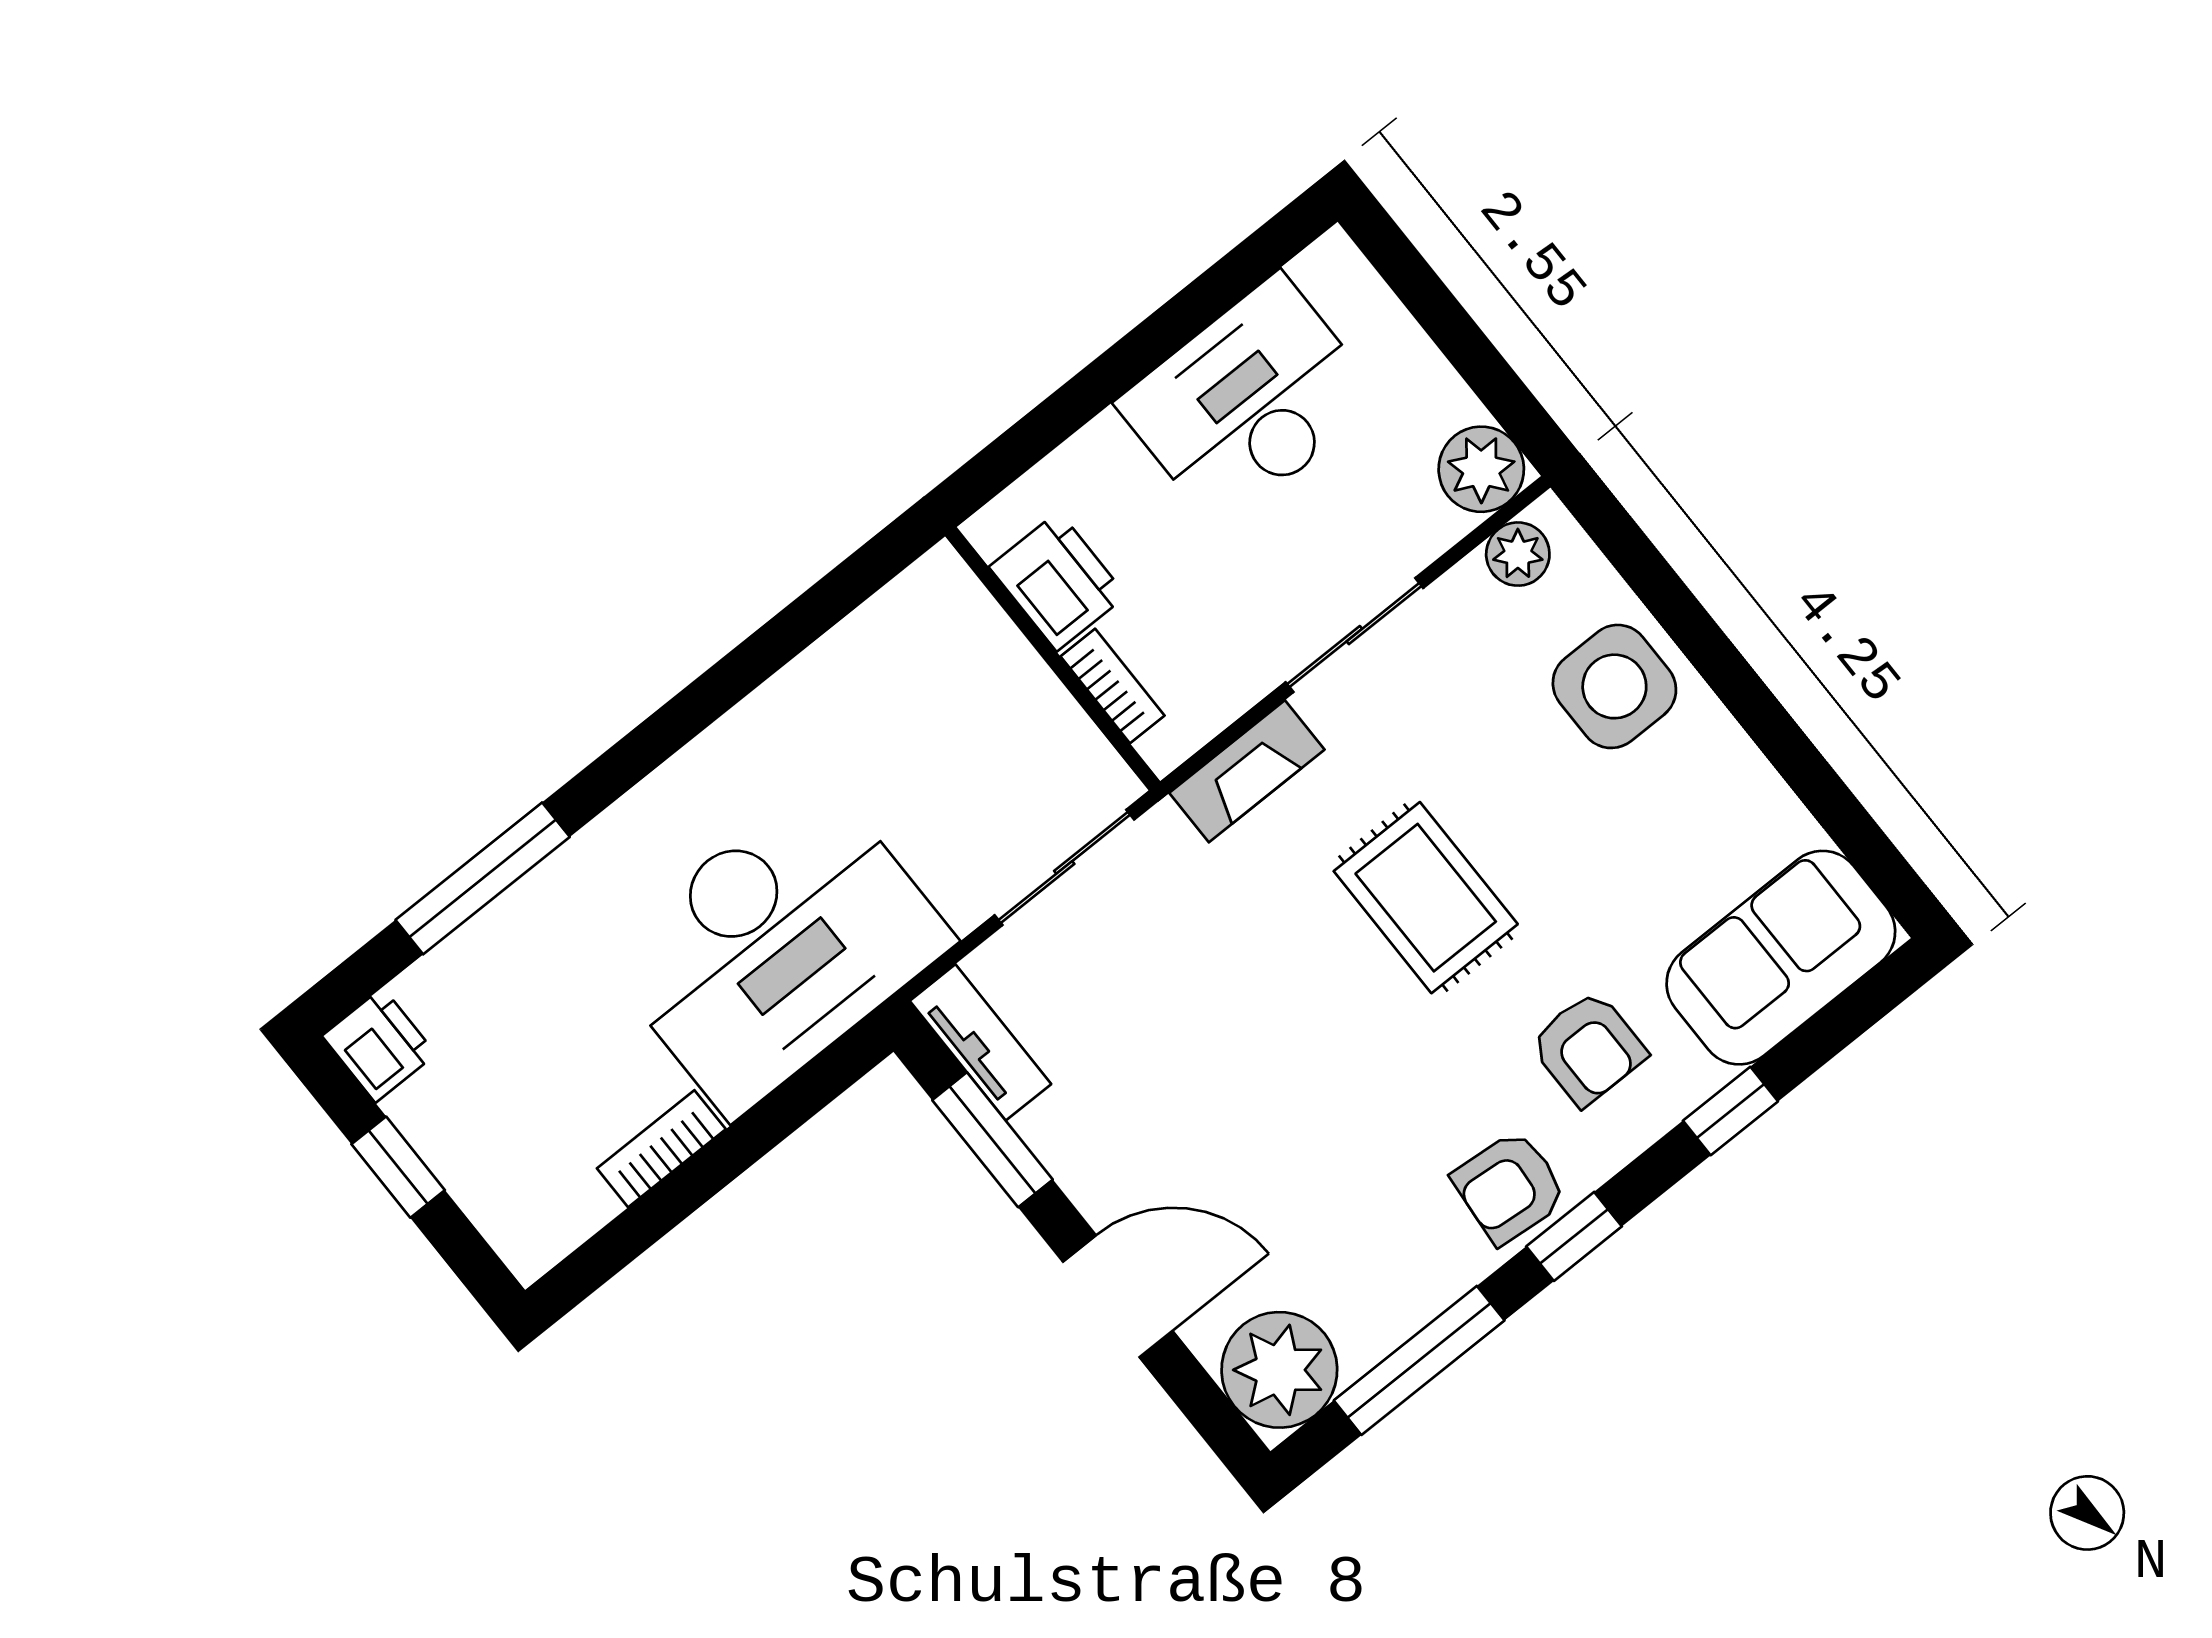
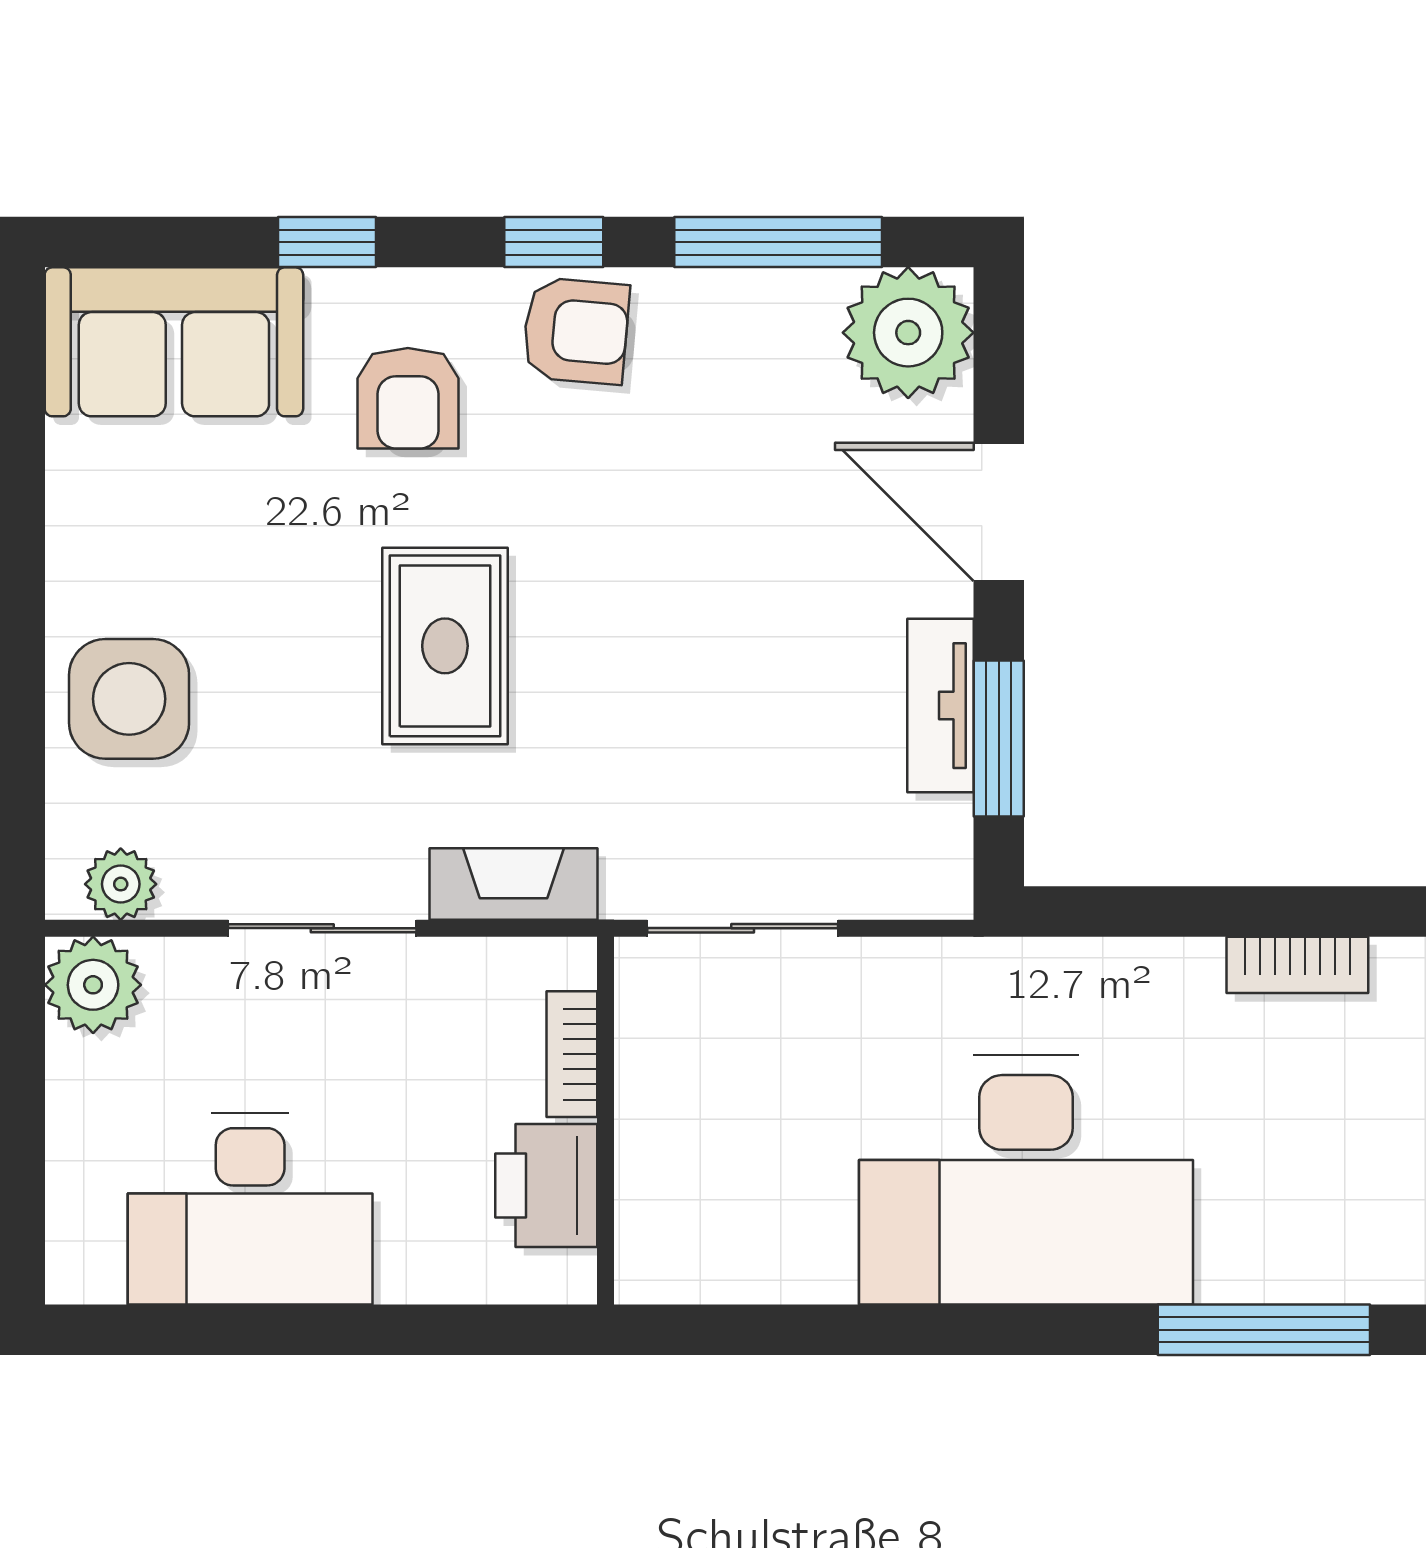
desk: (776, 947) -> (1026, 1180), moved, turned 180
tv unit: (980, 1042) -> (940, 706), moved
armchair: (1588, 1048) -> (408, 398), turned 180

